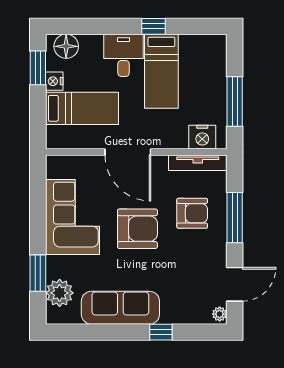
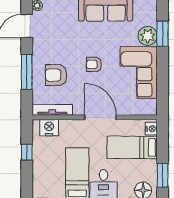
nightstand: (54, 81) -> (151, 129), moved
window: (235, 102) -> (27, 152), width x0.46
armchair: (137, 229) -> (94, 64), width x0.53, depth x0.53
plant: (60, 293) -> (148, 36), moved

